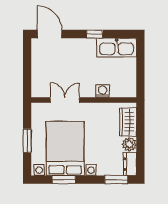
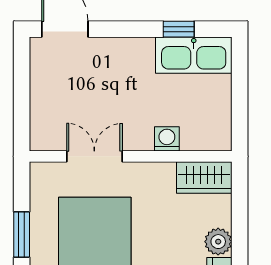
window: (95, 34) -> (179, 29), moved
wardrobe: (128, 122) -> (204, 177), moved, turned -90

